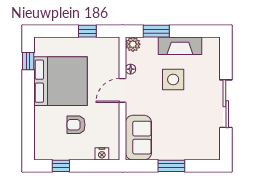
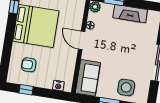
side table: (173, 79) -> (126, 87), moved
door: (123, 90) -> (82, 40), hinge flipped
armchair: (76, 125) -> (29, 65), moved

